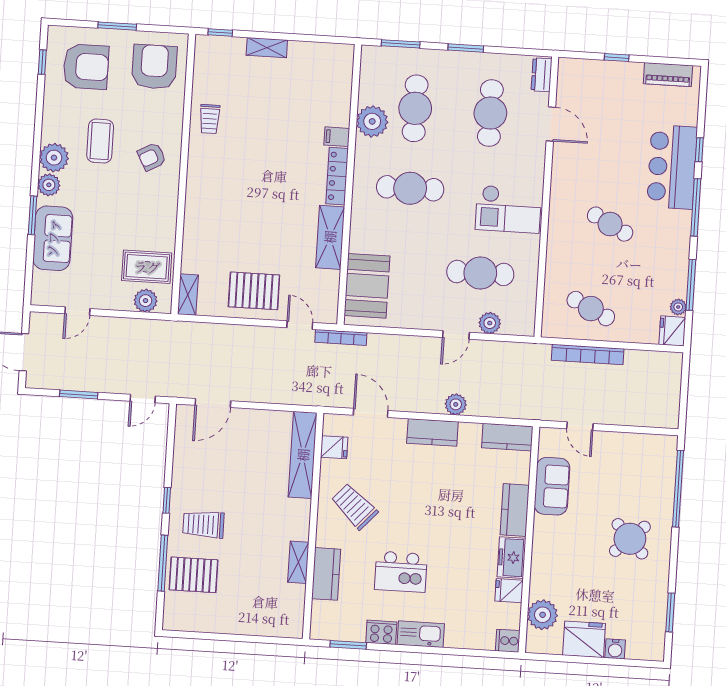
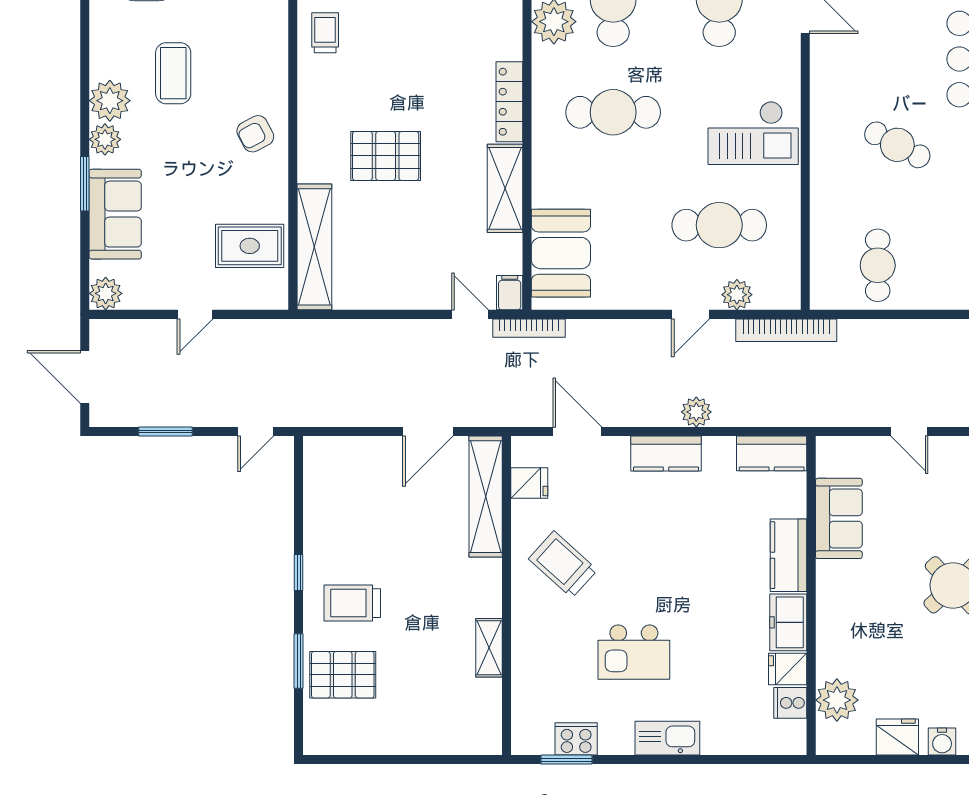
trolley: (210, 119) -> (325, 33), turned 180
filing cabinet: (337, 137) -> (510, 293), moved, turned 90
armchair: (152, 157) -> (255, 134), moved
pallet: (254, 291) -> (386, 156), moved
shelving: (188, 295) -> (314, 247), width x2.20, depth x1.33
plant: (146, 301) -> (106, 293), moved
cafe table: (591, 309) -> (878, 265), turned 64
door: (77, 311) -> (195, 314), moved
bookcase: (588, 355) -> (786, 330), moved
door: (213, 403) -> (428, 432), moved
door: (580, 426) -> (909, 432), moved
window: (163, 563) -> (299, 661), width x0.69
kitchen counter: (326, 574) -> (529, 662), removed
cooker: (381, 632) -> (576, 739), moved
fridge: (584, 639) -> (897, 737), width x0.73, depth x0.75
cooker: (508, 641) -> (790, 703), moved

